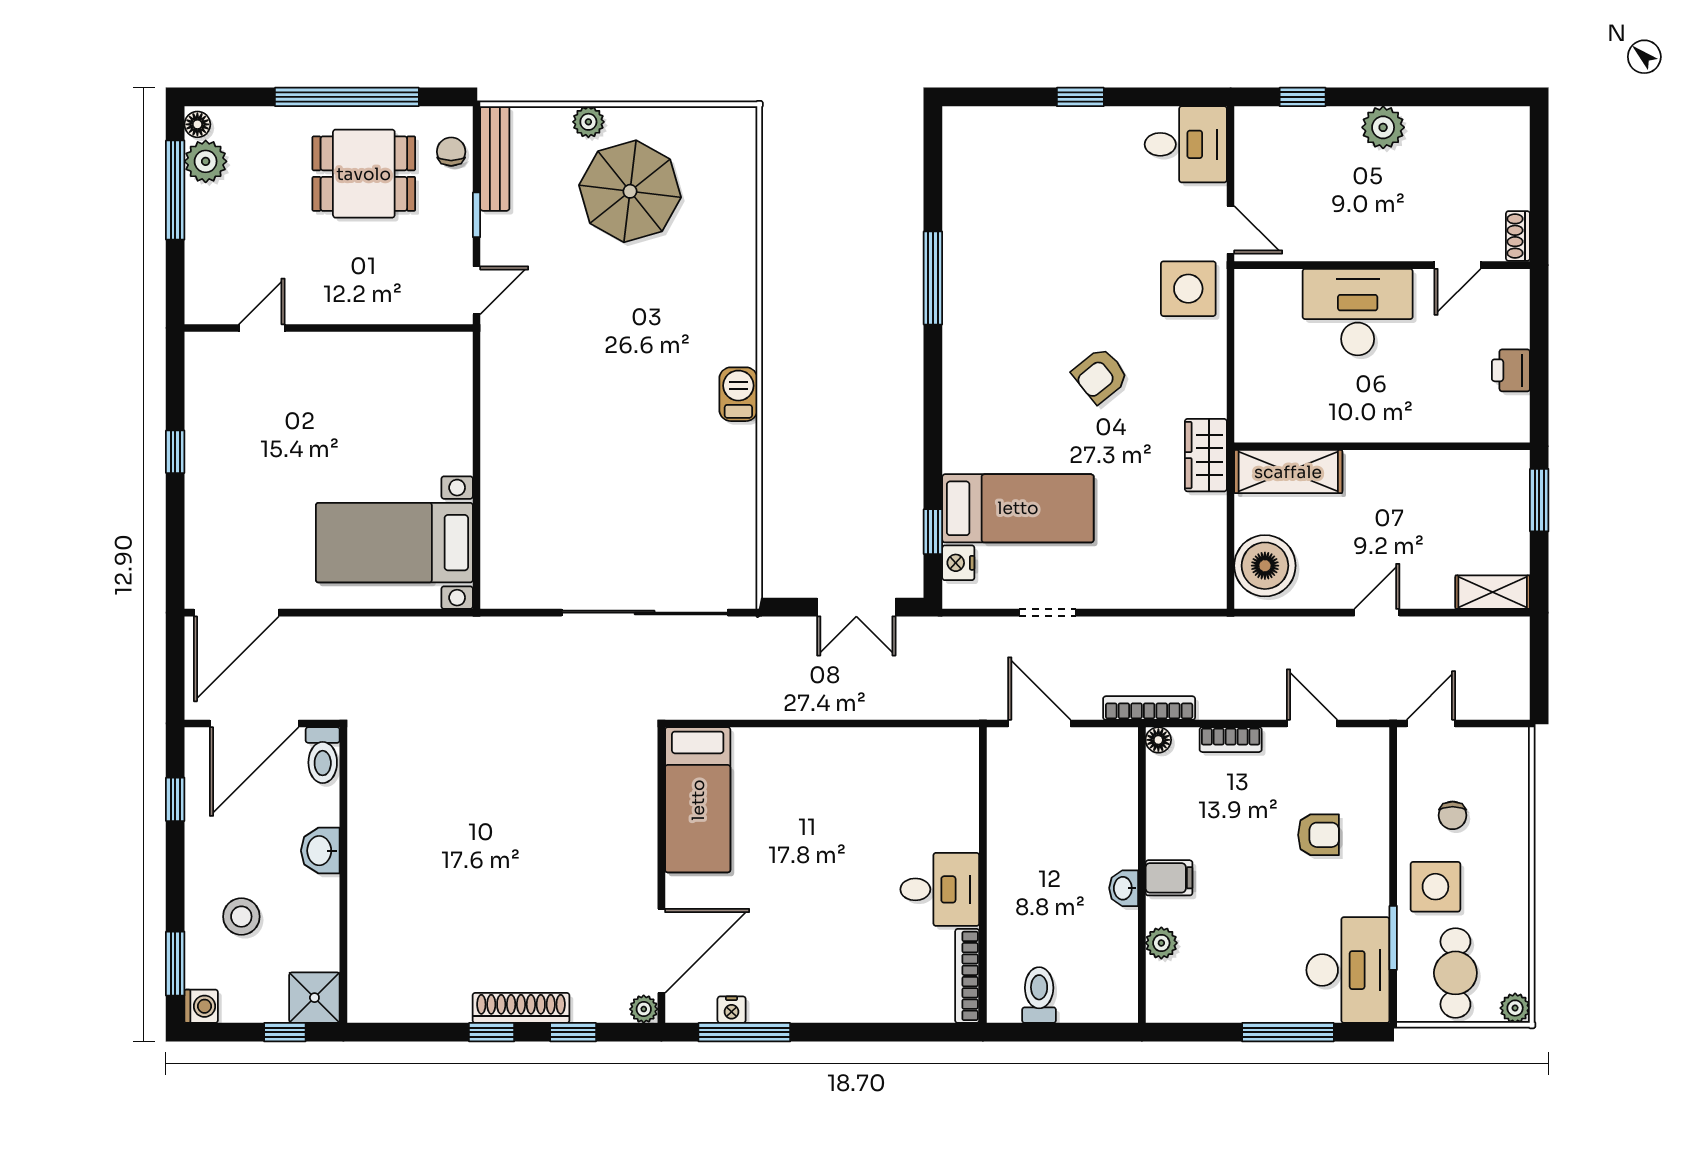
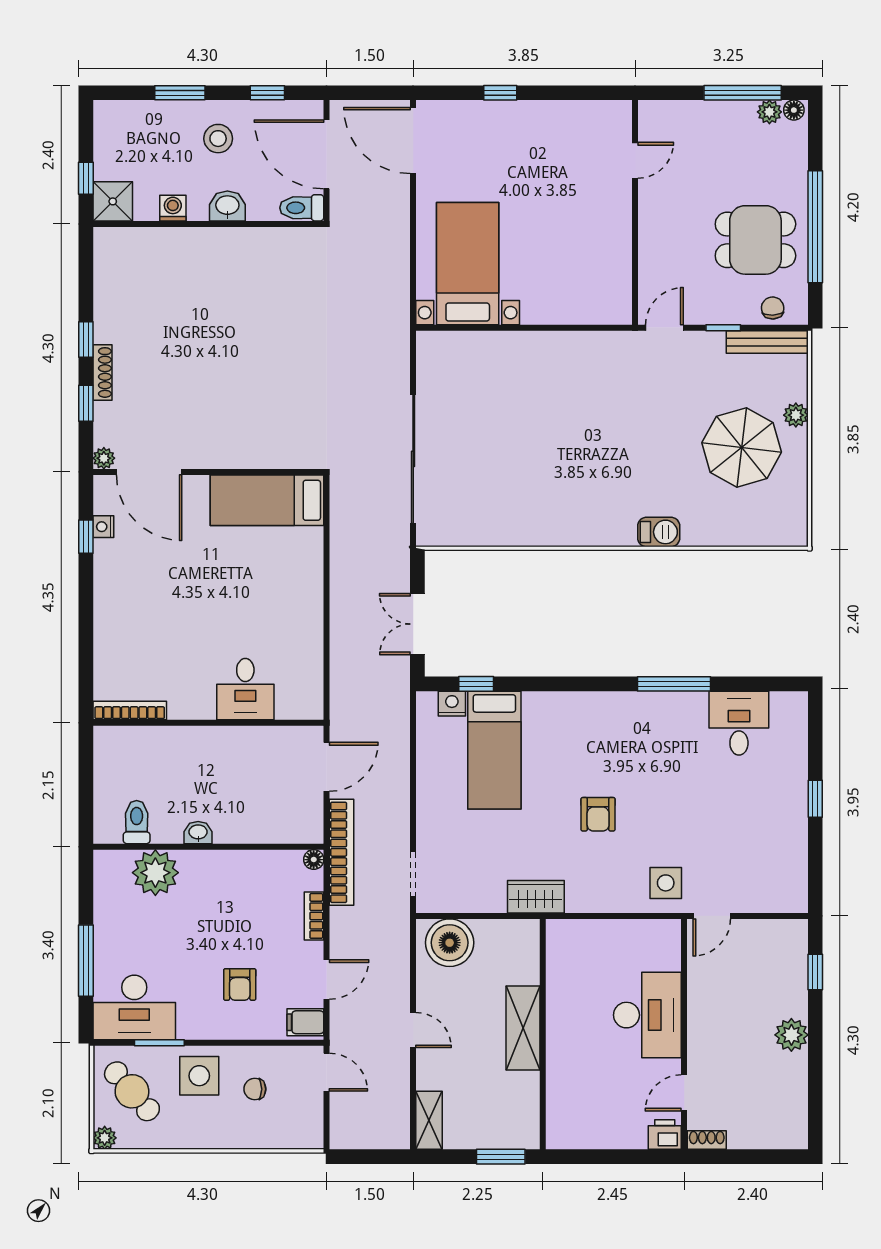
desk: (1186, 144) -> (739, 723), moved, turned 180
chair: (451, 152) -> (773, 308), turned -93
plant: (206, 161) -> (769, 112), width x0.73, depth x0.73
dining table: (364, 174) -> (755, 240), turned 90
door: (1457, 265) -> (684, 1093), hinge flipped
side table: (1188, 289) -> (666, 883), width x0.73, depth x0.73
door: (476, 290) -> (664, 328), swing flipped
door: (262, 328) -> (635, 160), hinge flipped
printer: (1511, 370) -> (665, 1135), moved
armchair: (1100, 375) -> (598, 814), turned -141
barbecue: (738, 394) -> (659, 532), moved
window: (175, 452) -> (500, 93), moved
shelving: (1288, 472) -> (523, 1028), moved
doorway: (1047, 613) -> (413, 874), moved
bookcase: (1149, 708) -> (341, 852), width x1.48, depth x1.31
filing cabinet: (1169, 878) -> (305, 1022), moved, turned 90
desk: (940, 889) -> (245, 689), moved
stool: (241, 917) -> (218, 139), moved
plant: (1161, 943) -> (155, 873), width x1.87, depth x1.87
window: (175, 964) -> (180, 93), moved
cafe table: (1455, 973) -> (132, 1091), turned 49
toilet: (1039, 995) -> (137, 822), moved, turned -90
washing machine: (201, 1006) -> (173, 208), moved, turned 180
shoe rack: (521, 1008) -> (102, 372), width x0.74, depth x0.81
window: (744, 1032) -> (86, 537), width x0.46

